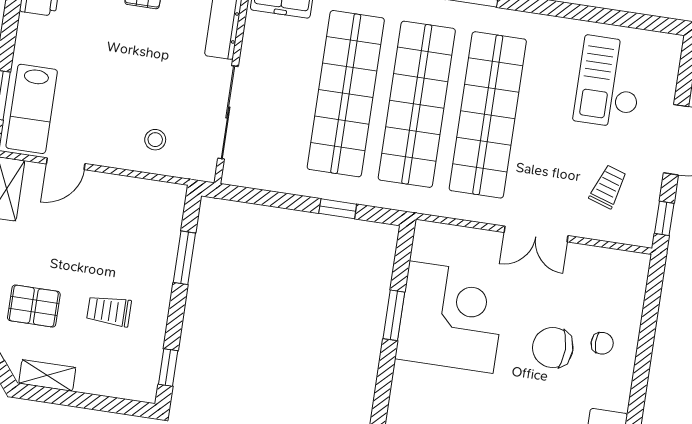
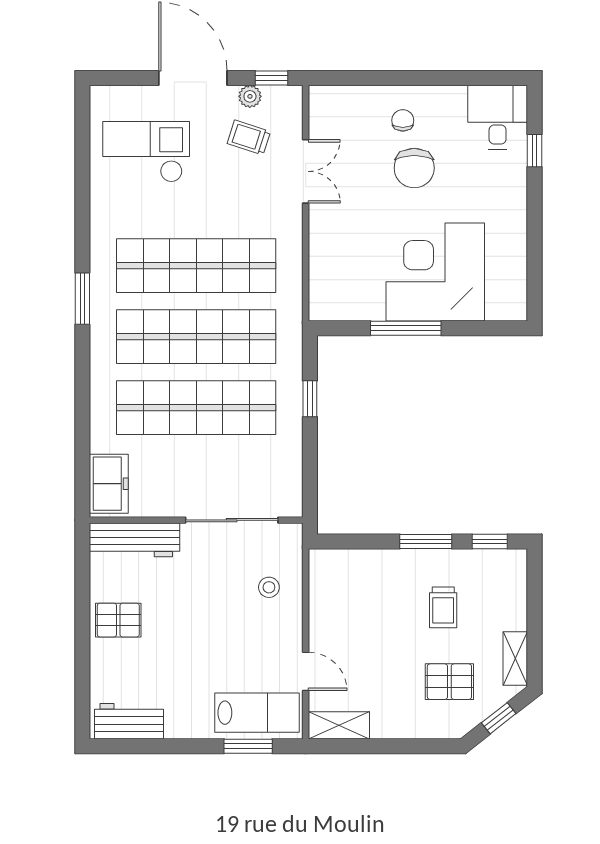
checkout: (609, 82) -> (146, 152), turned 180
plant: (649, 194) -> (250, 96), added
double door: (536, 234) -> (306, 171), moved
window: (184, 258) -> (426, 541), moved
pallet: (34, 306) -> (449, 682), turned 90
window: (394, 315) -> (406, 328), width x1.44
corner desk: (451, 317) -> (435, 272), moved

